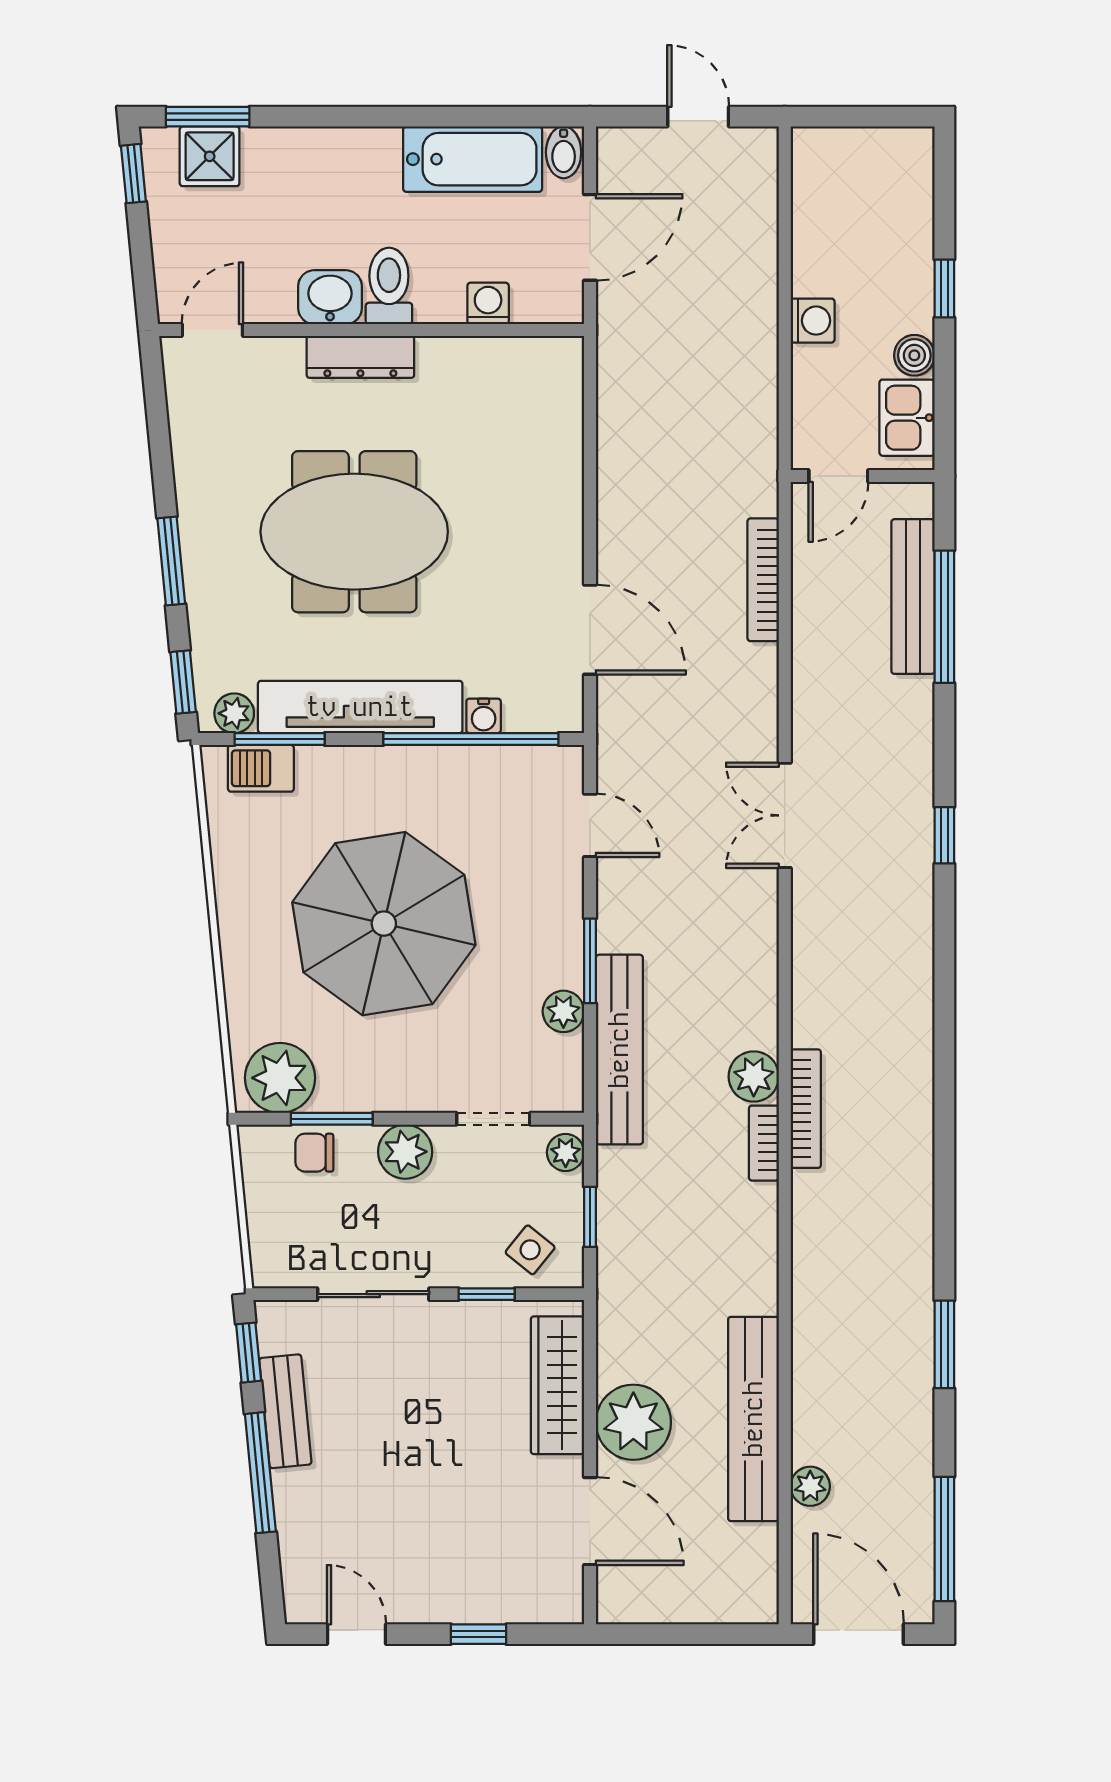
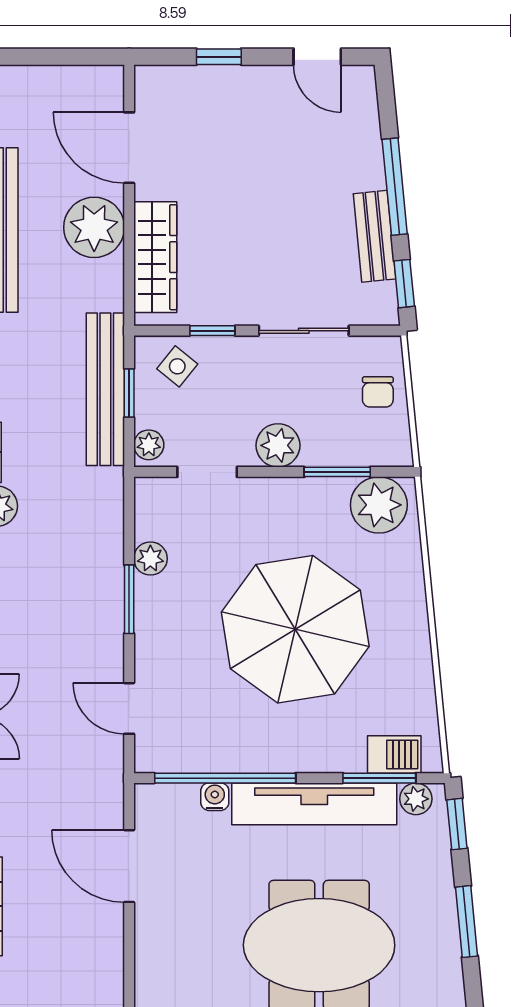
bench: (619, 1050) -> (105, 389), moved
chair: (314, 1153) -> (378, 392), moved, turned 90

